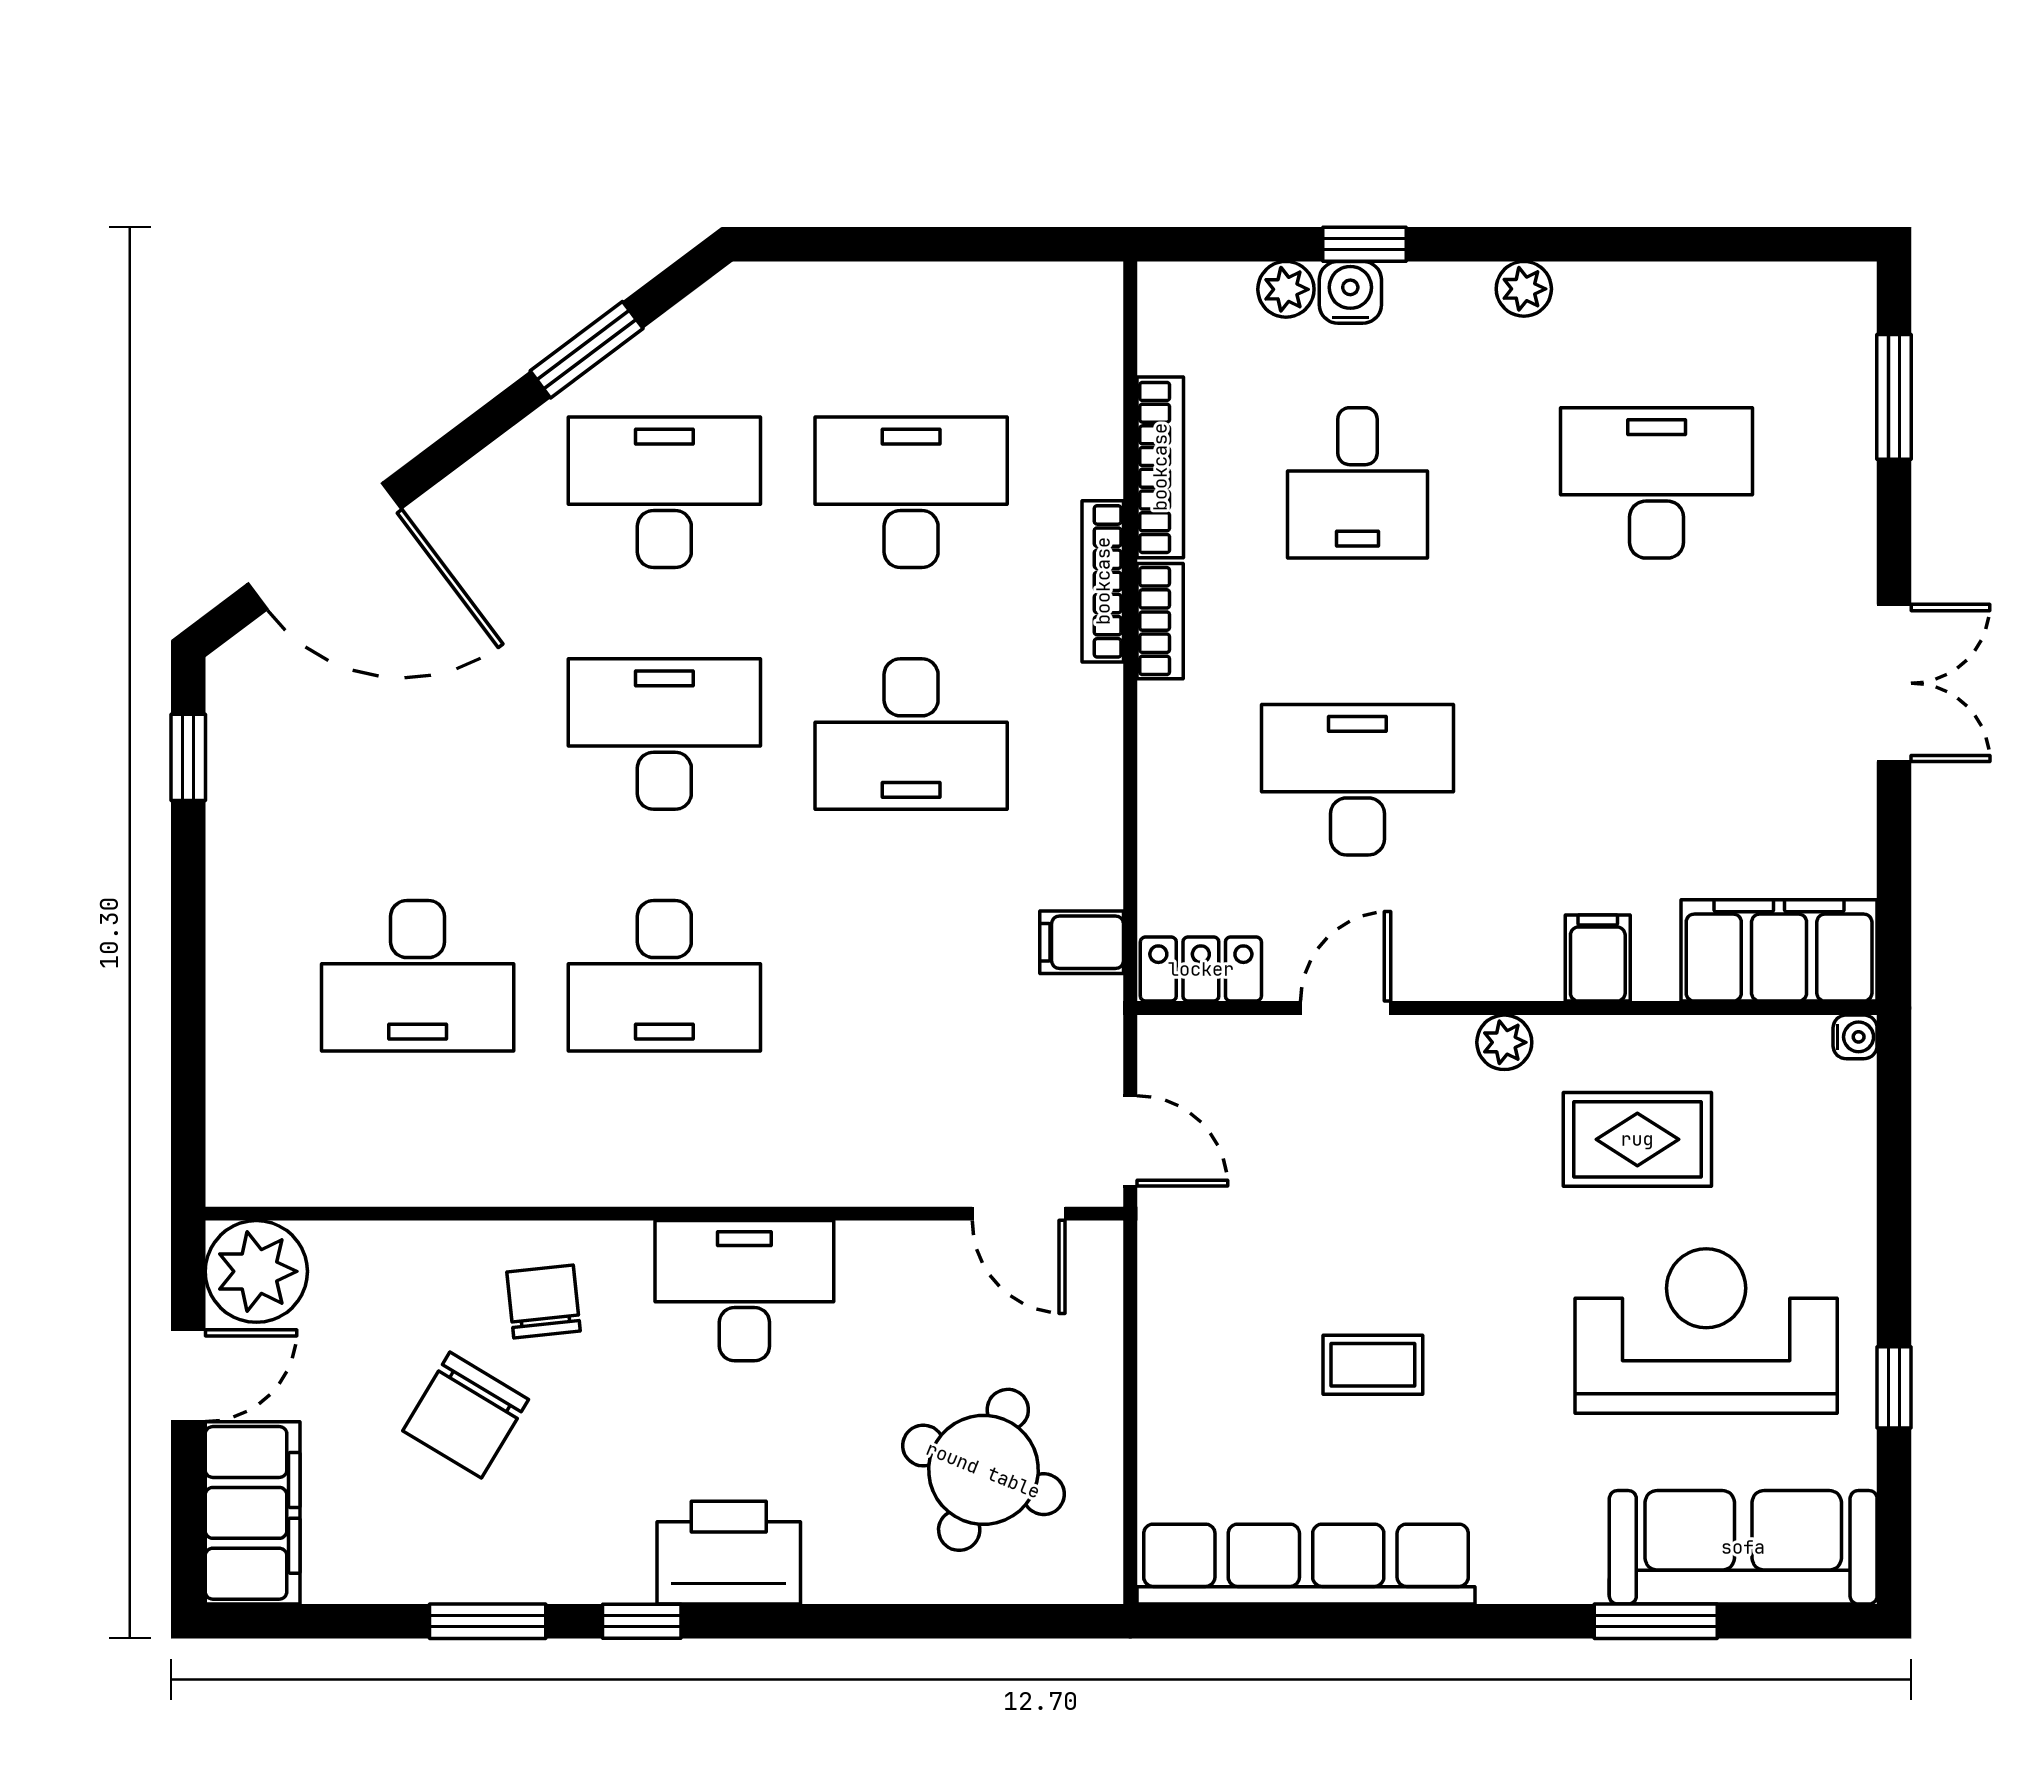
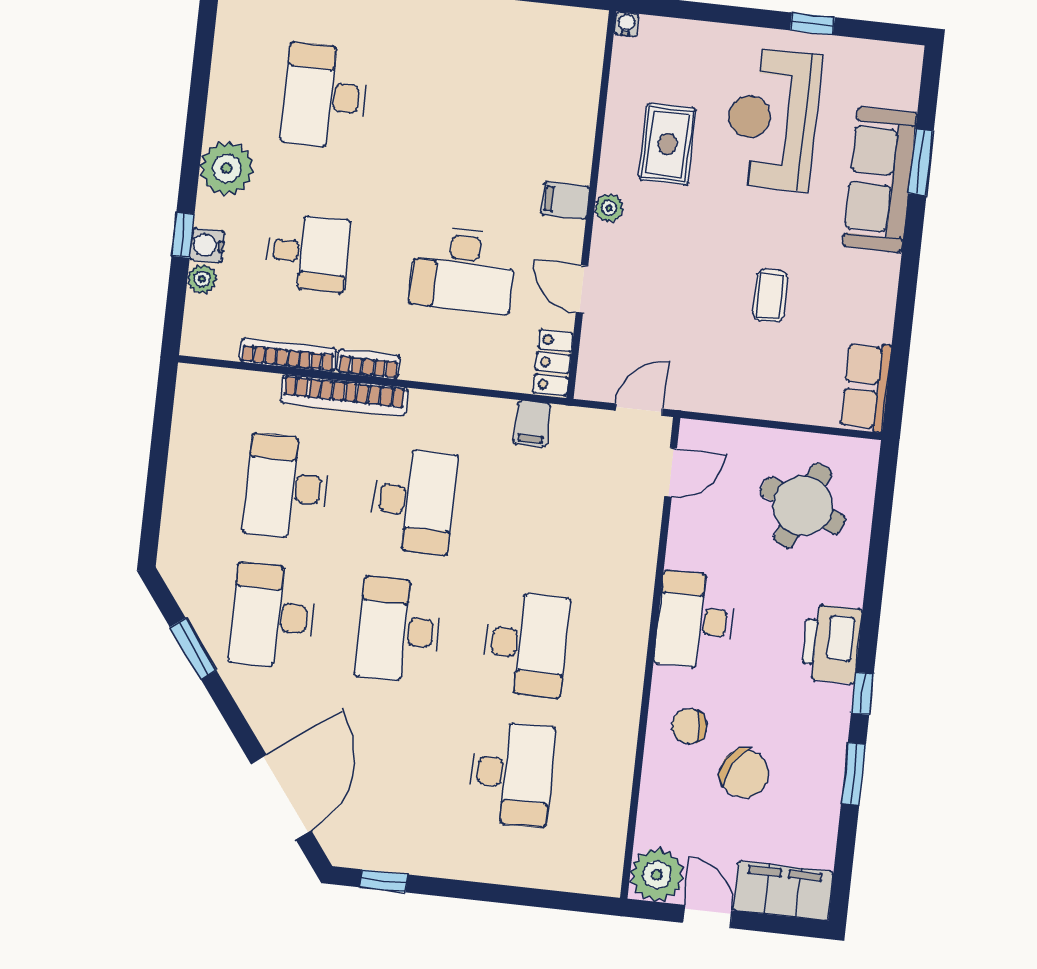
plant: (1524, 289) -> (227, 168), width x1.88, depth x1.88
bookcase: (1103, 581) -> (344, 395), width x1.48, depth x1.31
desk: (1357, 780) -> (463, 270), turned -90
filing cabinet: (1779, 950) -> (577, 59), removed
filing cabinet: (1598, 958) -> (565, 201), moved
sofa: (1743, 1547) -> (880, 180), moved
row of seats: (1306, 1564) -> (866, 387), width x0.50

